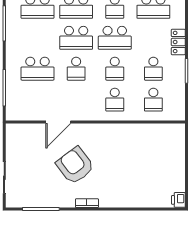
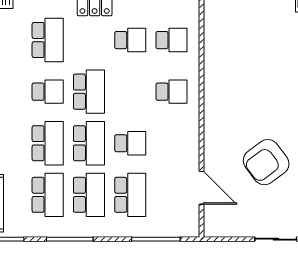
school desk: (115, 69) -> (89, 195), moved, width x1.85
door: (58, 122) -> (202, 188), moved
armchair: (75, 166) -> (266, 162), moved

